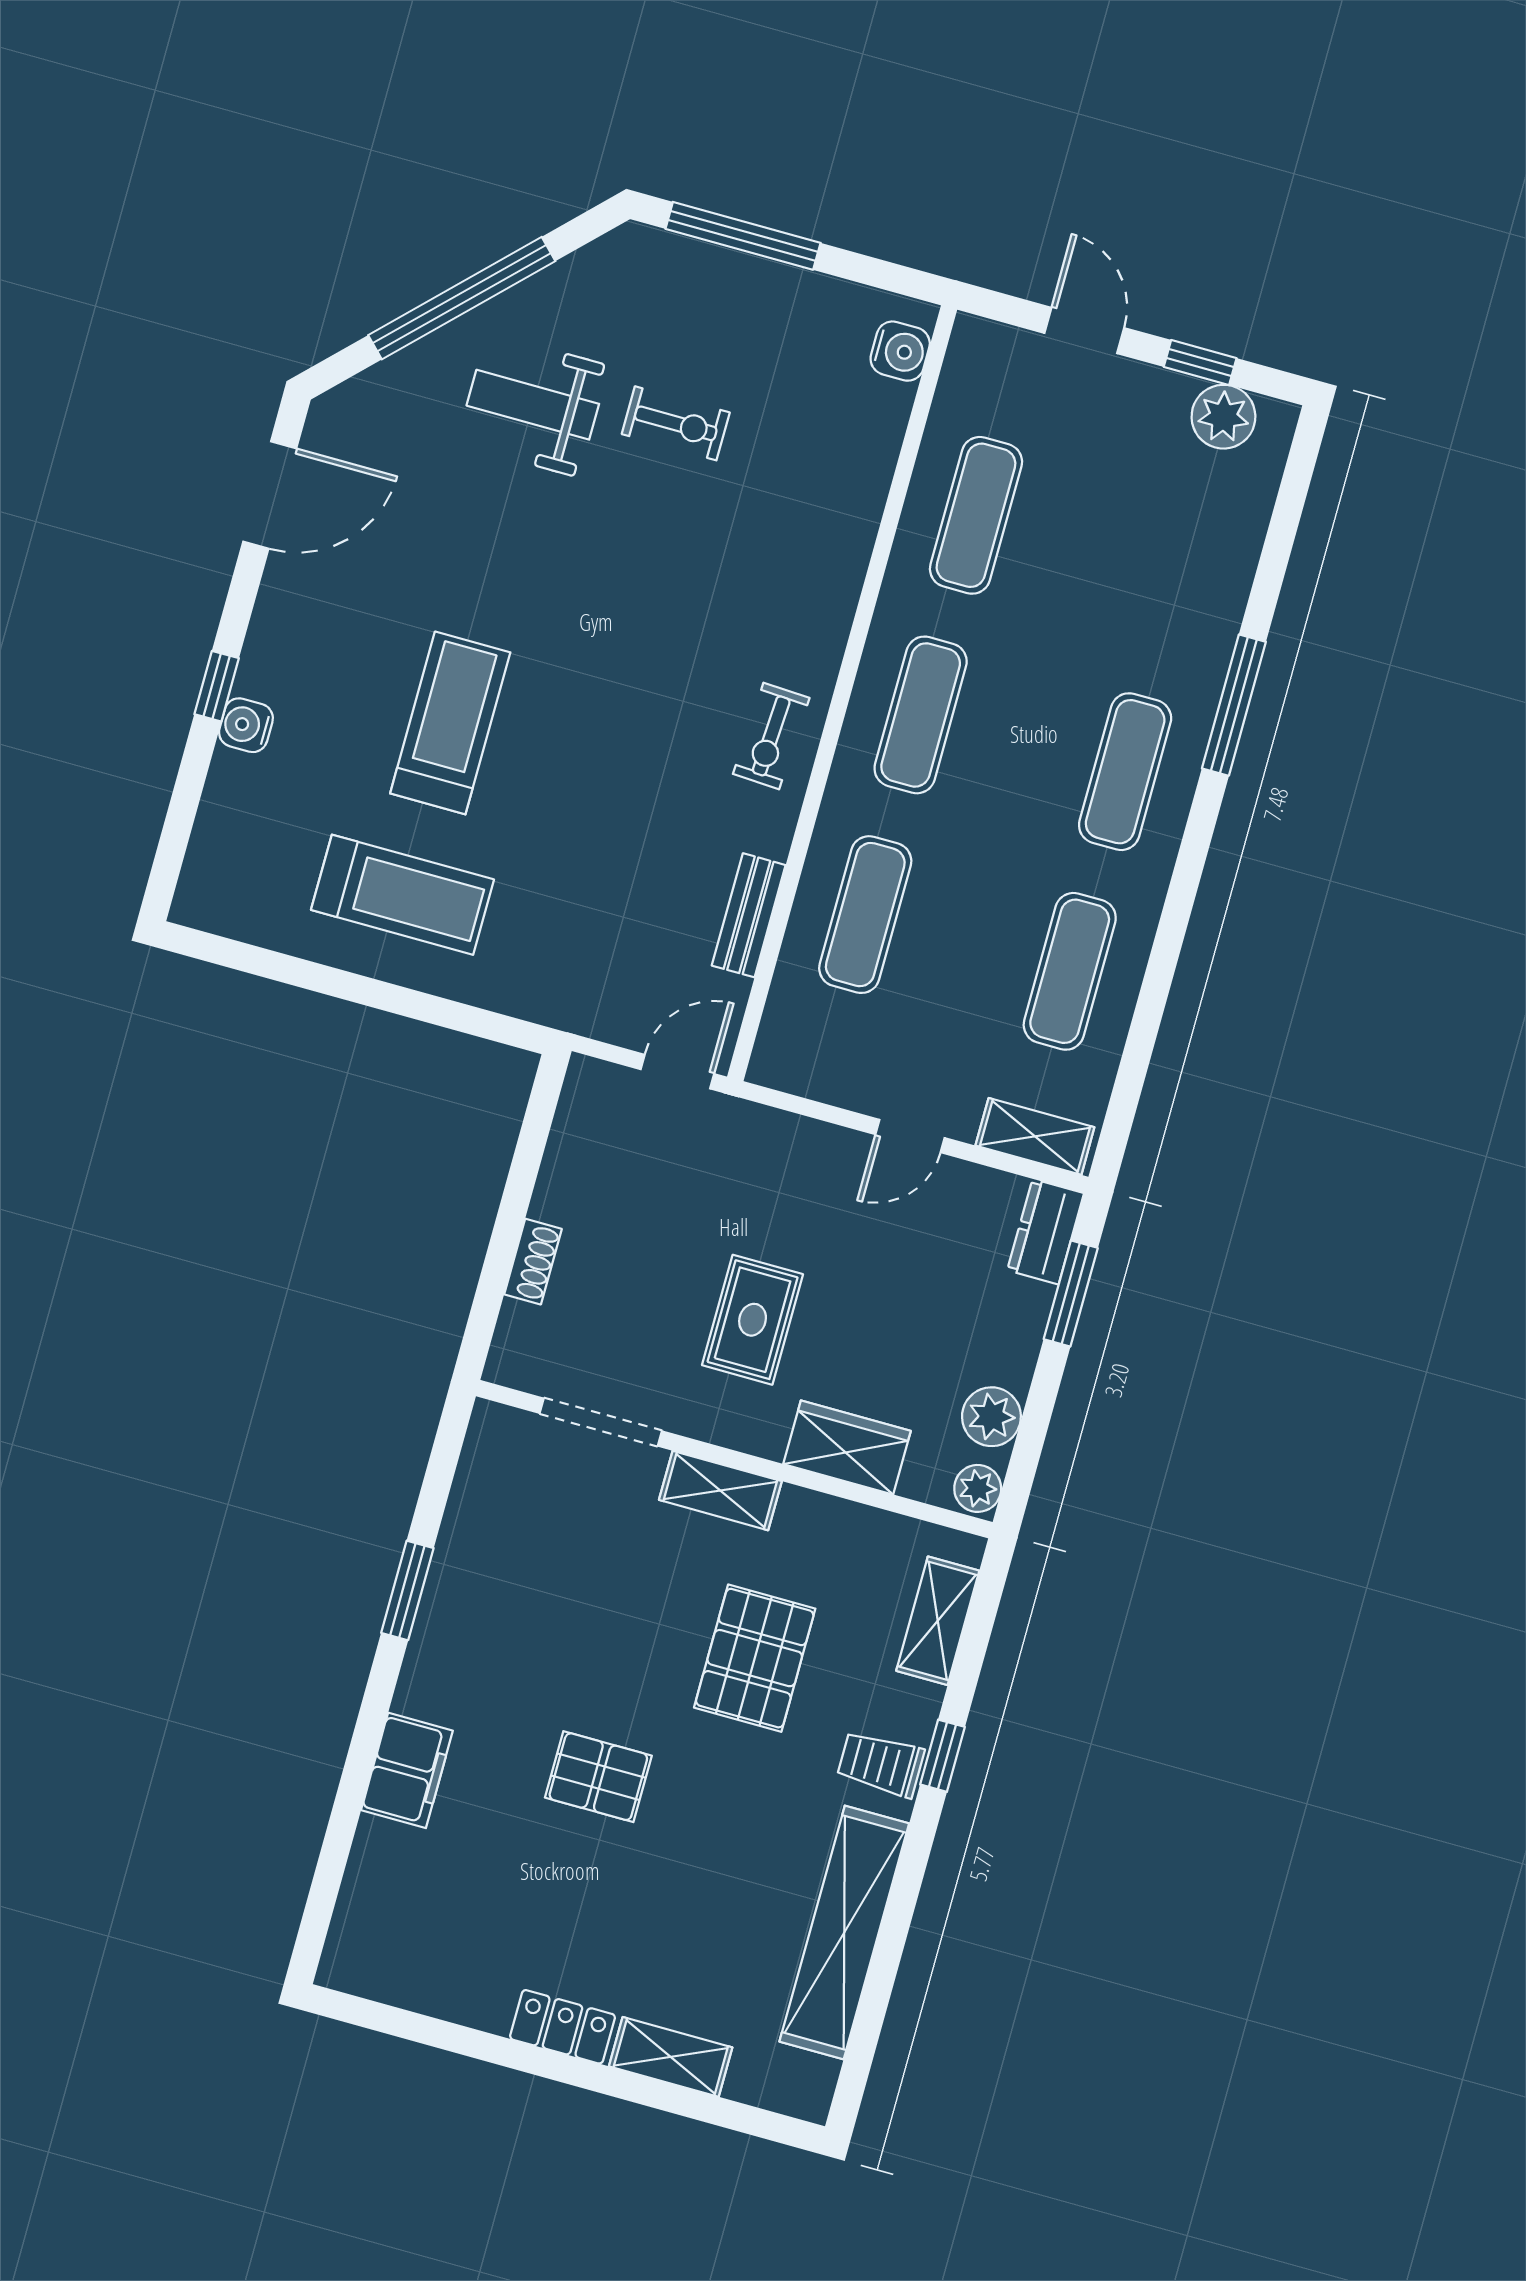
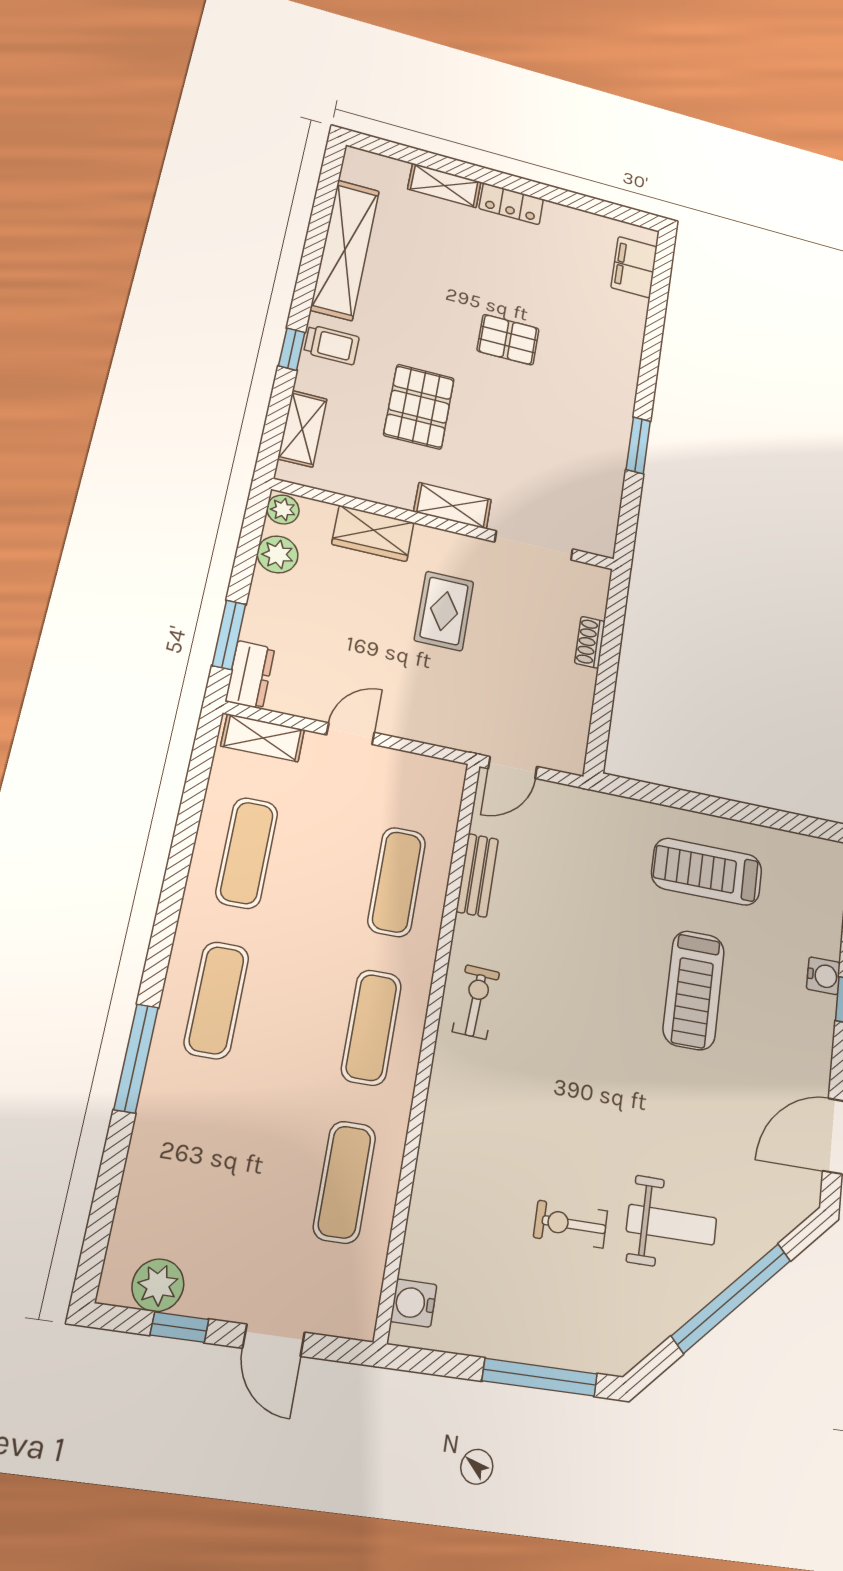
filing cabinet: (407, 1770) -> (634, 267), moved

